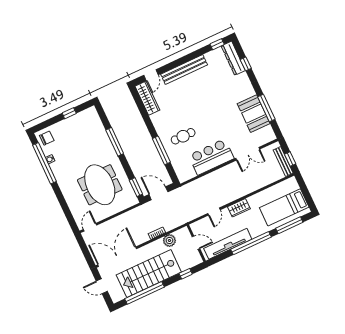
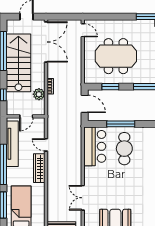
cafe table: (183, 136) -> (124, 149), width x1.37, depth x1.35
bar counter: (211, 157) -> (95, 146), moved
window: (136, 187) -> (110, 87), moved
door: (158, 193) -> (85, 104), hinge flipped
wardrobe: (239, 208) -> (39, 168), width x1.50

